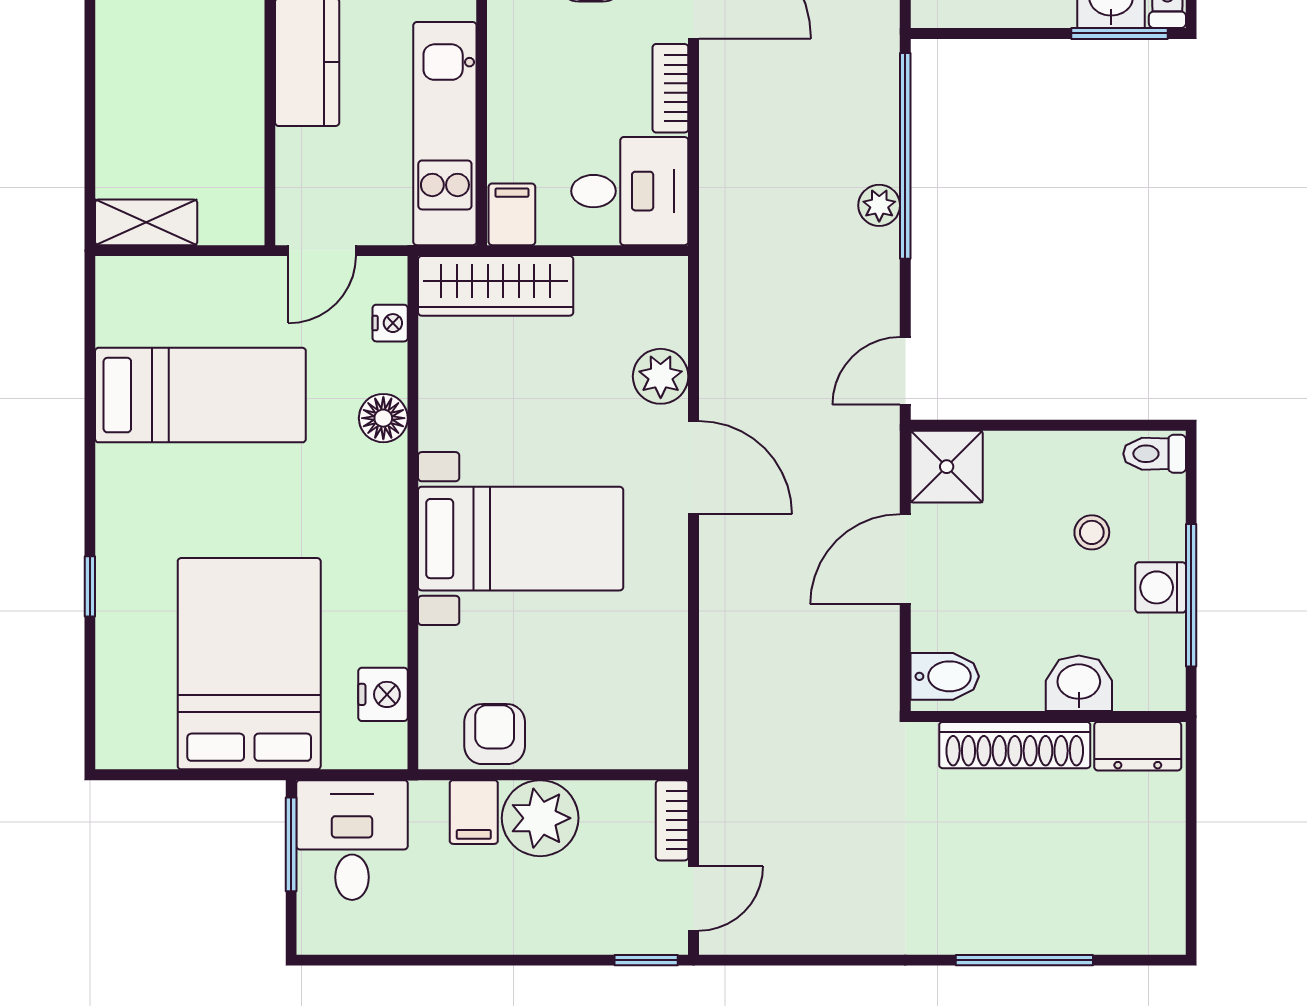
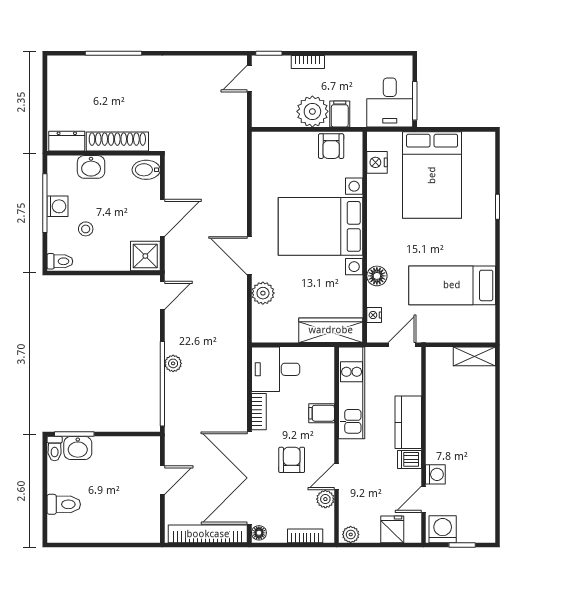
filing cabinet: (512, 214) -> (322, 413), moved, turned 90
bed with nightstands: (521, 539) -> (320, 226), width x1.36
bookcase: (672, 820) -> (308, 62), moved, turned 90

